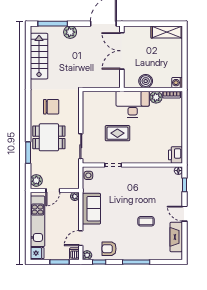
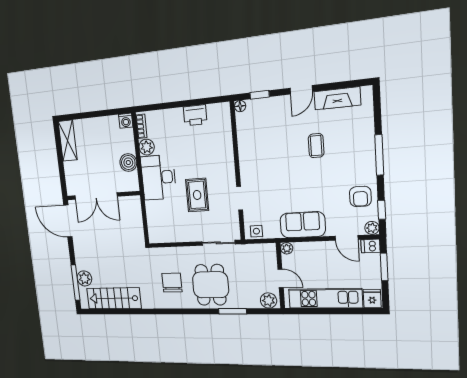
plant: (70, 32) -> (84, 278), moved
printer: (175, 155) -> (195, 115), moved

